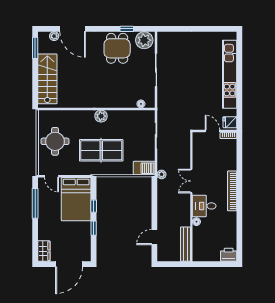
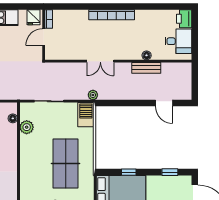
plant: (101, 116) -> (27, 127), moved
desk: (204, 206) -> (178, 41), moved, turned -90
window: (94, 228) -> (170, 172), moved
bench: (185, 244) -> (146, 68), moved, width x0.73

